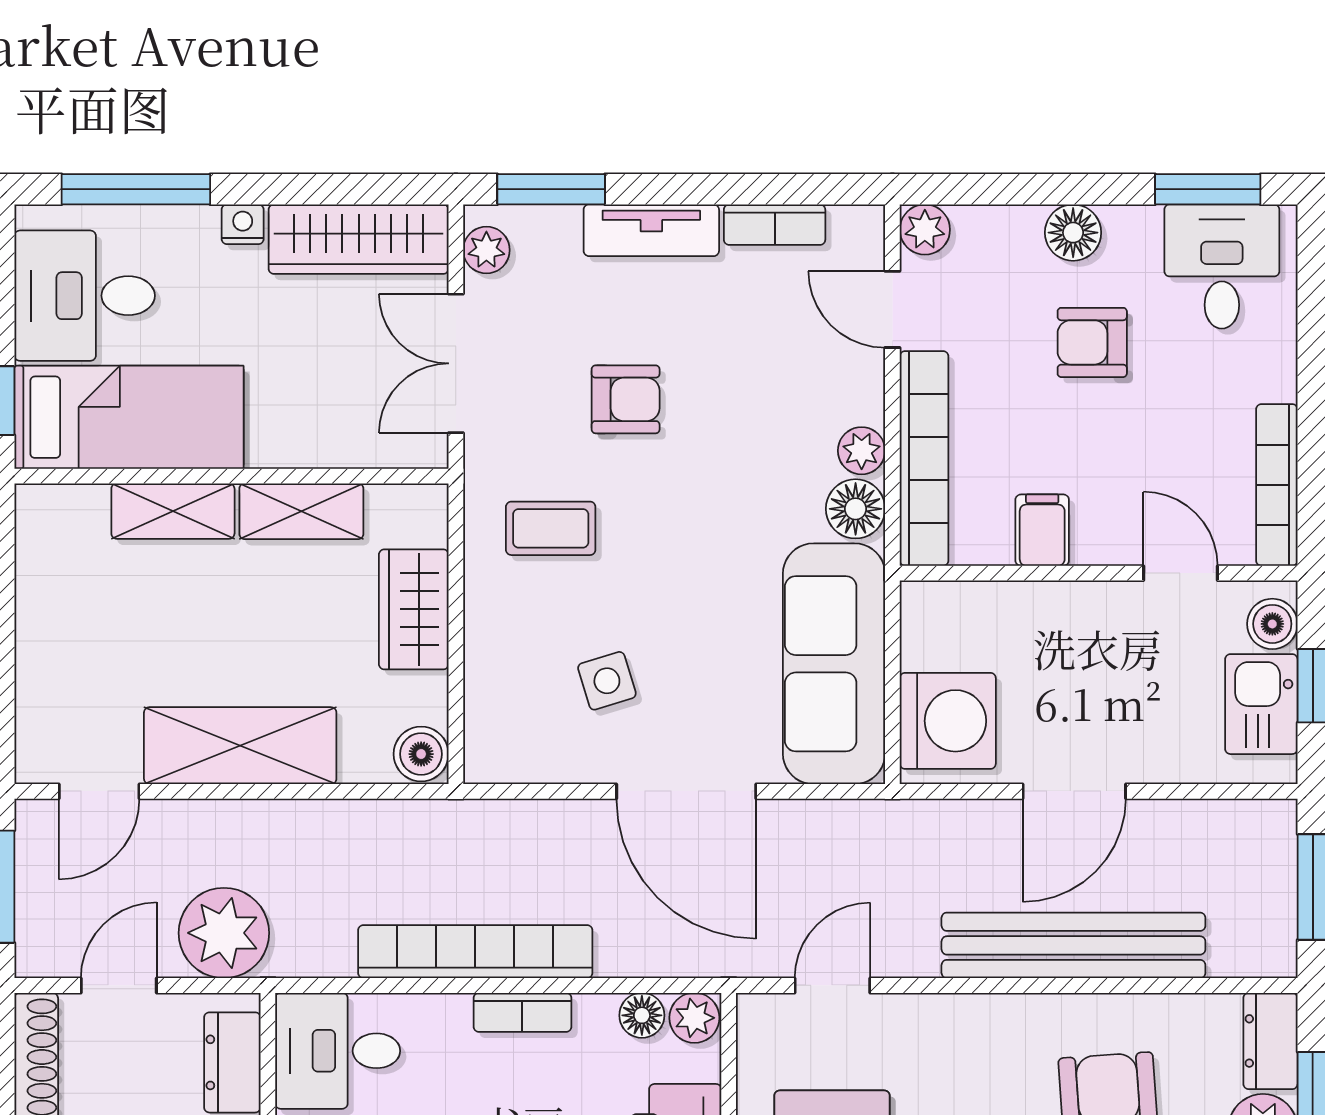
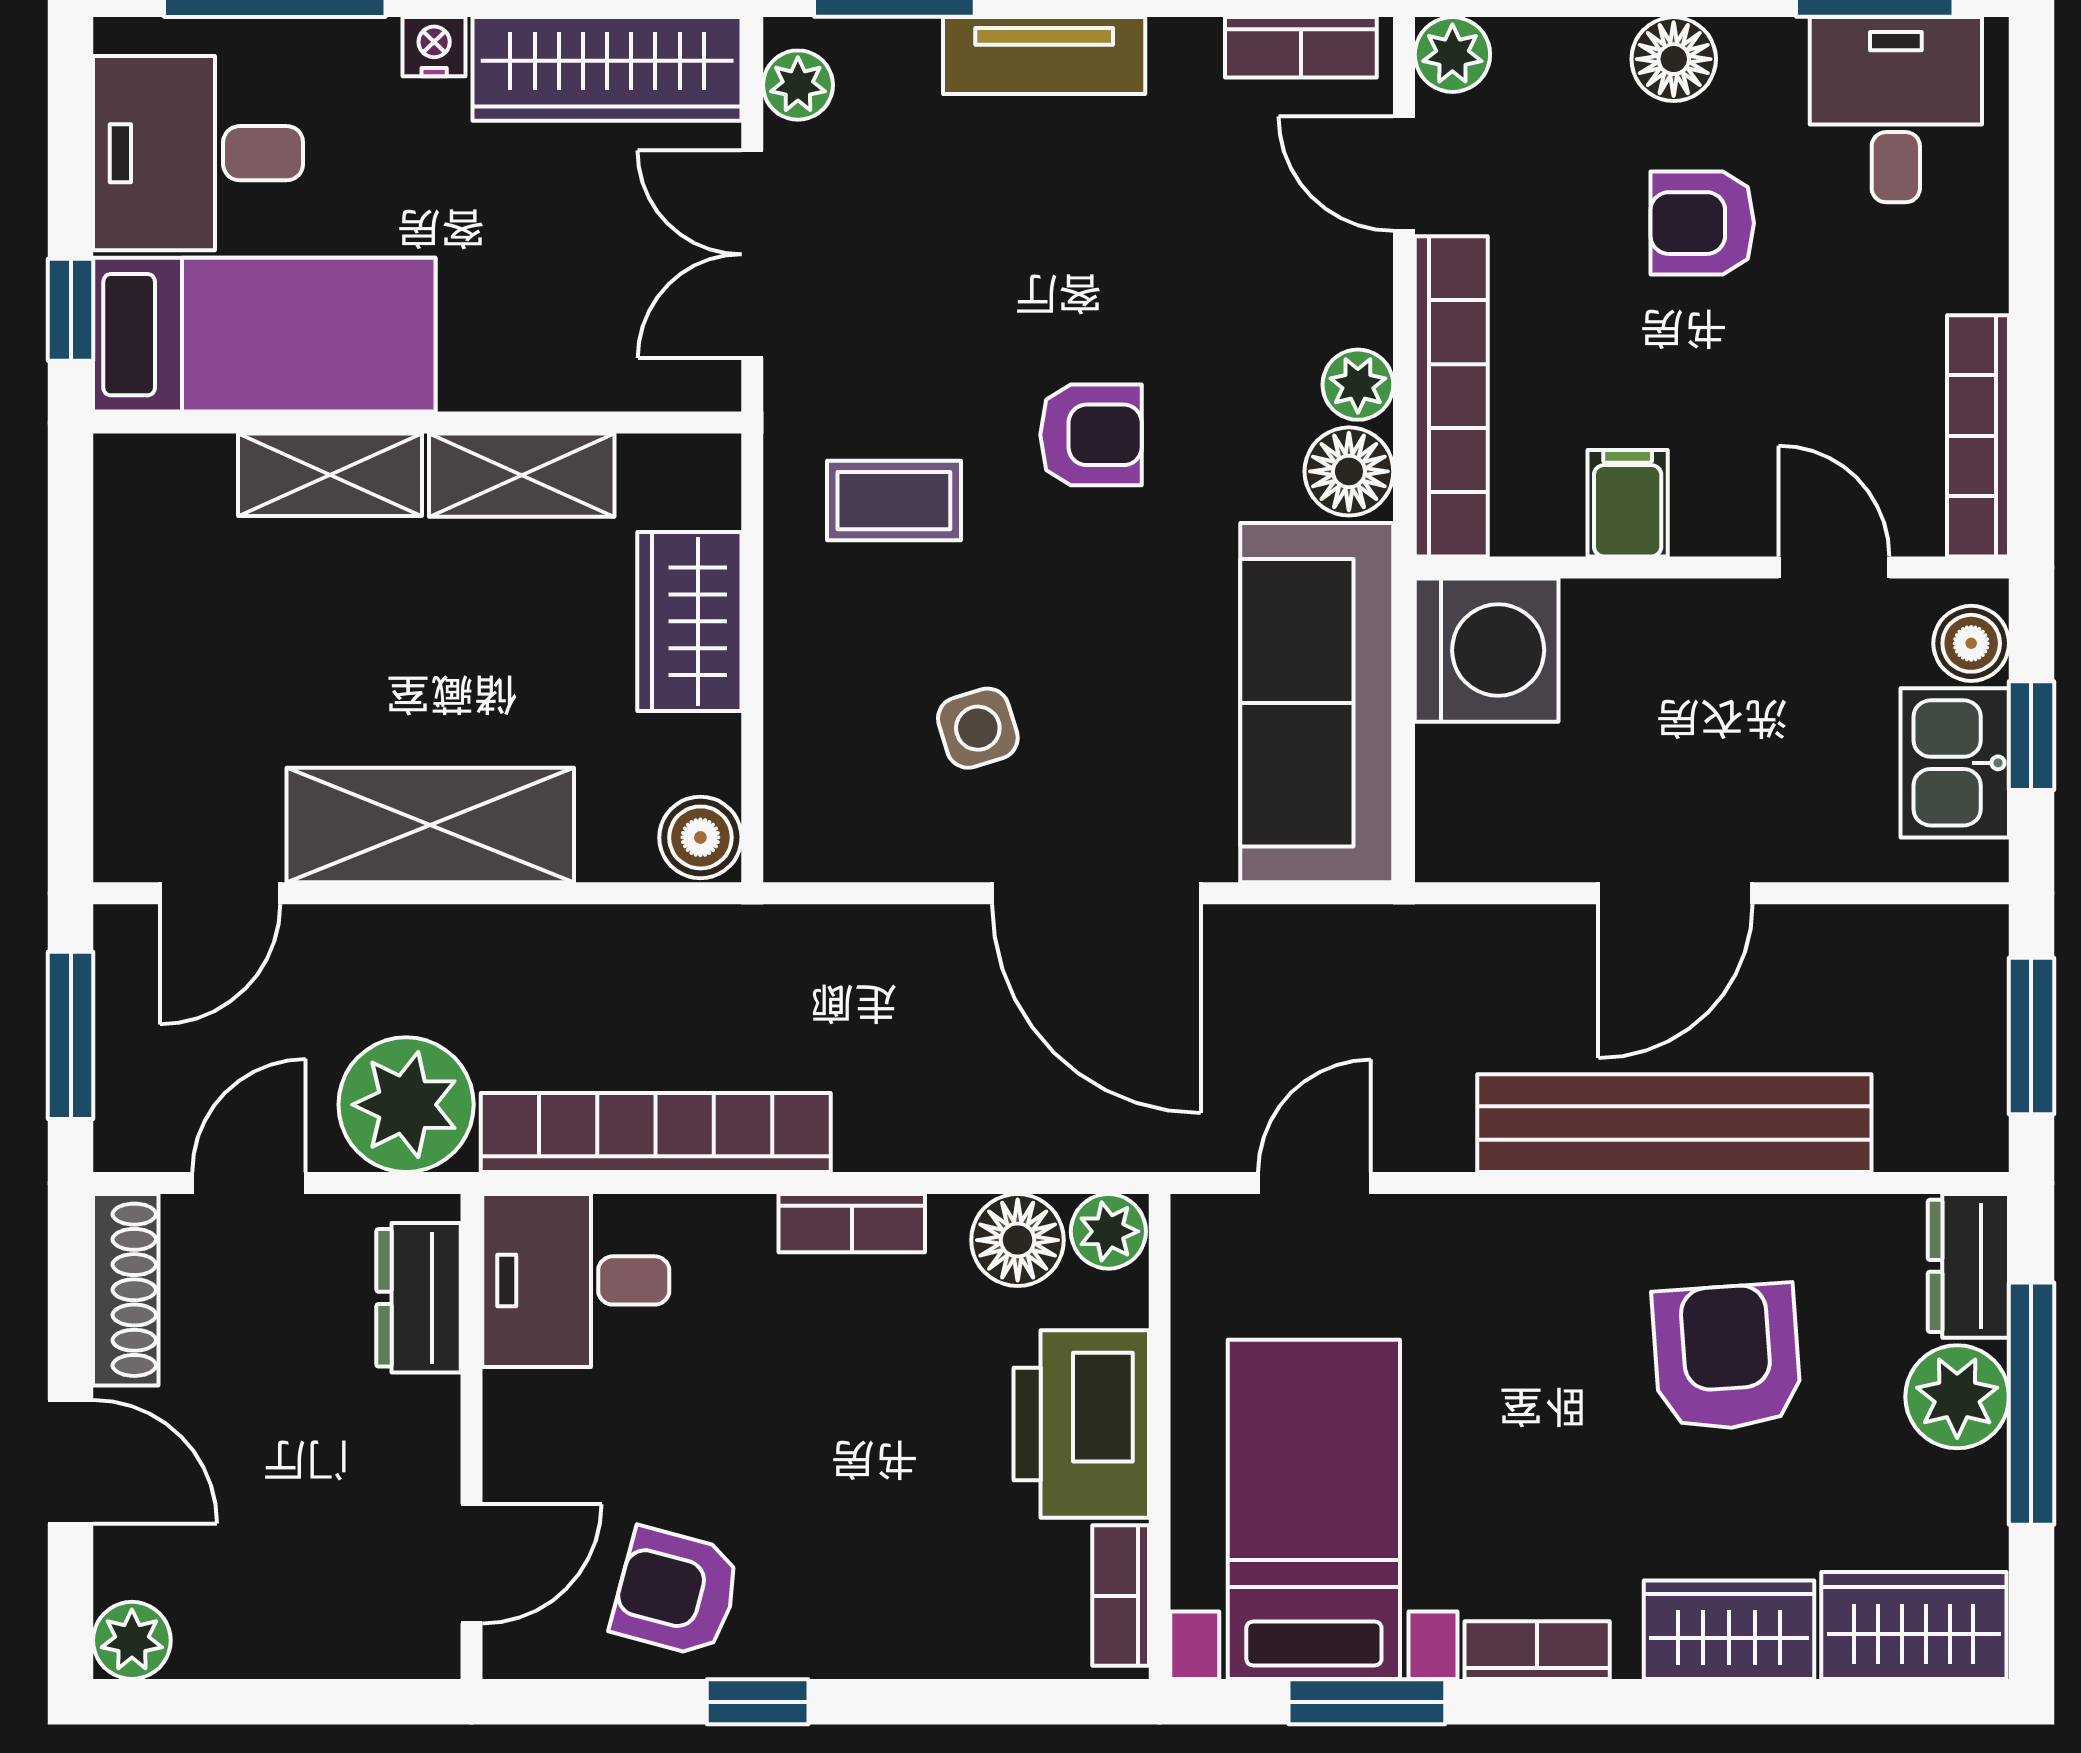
bookcase: (775, 225) -> (1301, 47), moved
armchair: (626, 399) -> (1091, 435), moved
washing machine: (948, 721) -> (1487, 650), moved
bookcase: (475, 952) -> (656, 1132), moved
floor lamp: (642, 1015) -> (1018, 1240), width x1.37, depth x1.37

